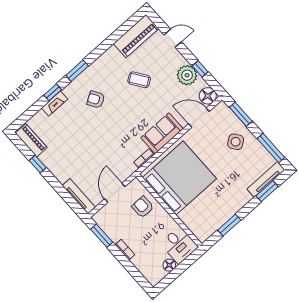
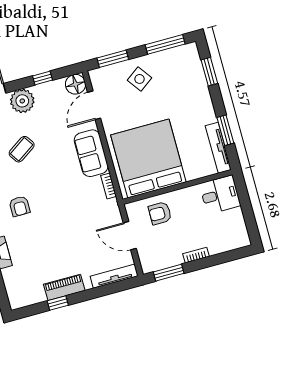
plant: (187, 75) -> (22, 101), moved
armchair: (96, 100) -> (20, 206), turned -59
piano: (31, 140) -> (64, 287), moved
tv unit: (266, 179) -> (218, 148), moved
floor lamp: (169, 265) -> (236, 216), removed

